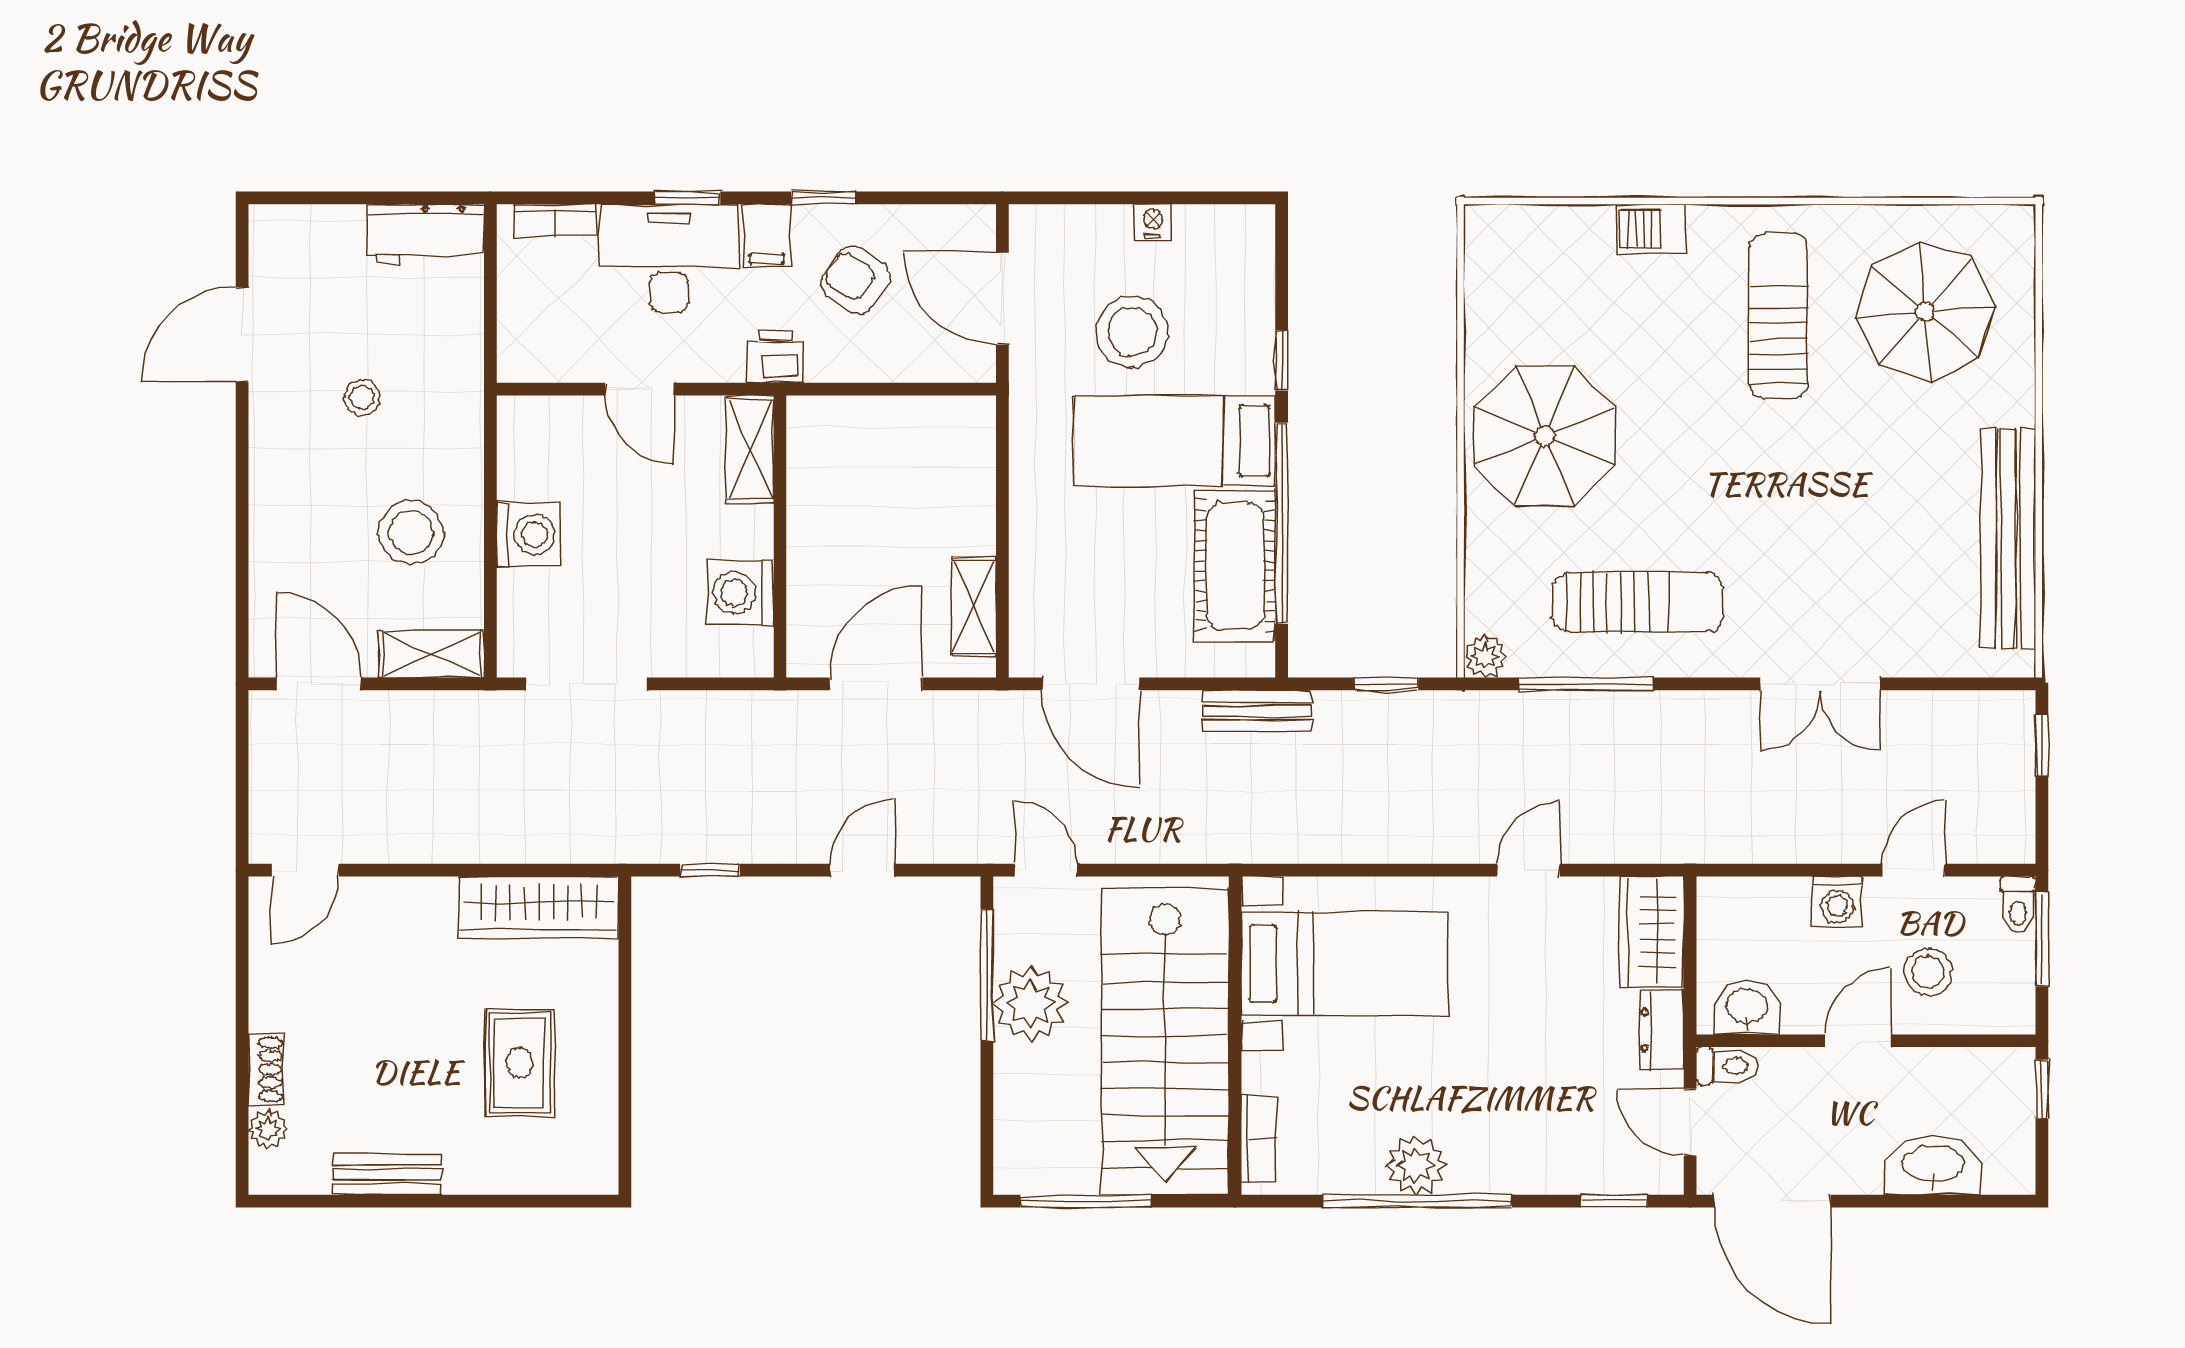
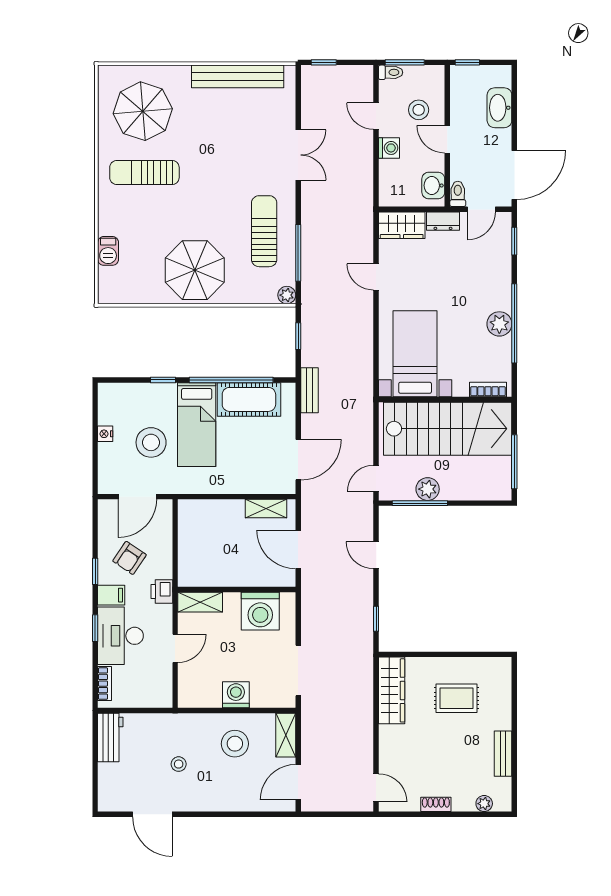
barbecue: (1650, 229) -> (108, 251), moved
washing machine: (741, 593) -> (260, 611), width x1.37, depth x1.37
plant: (1031, 1004) -> (428, 489), width x0.73, depth x0.73
shoe rack: (266, 1069) -> (436, 804), moved

